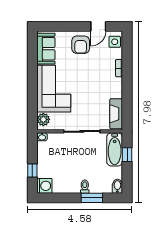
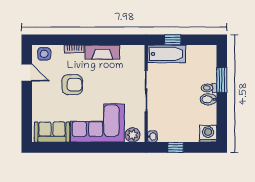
armchair: (81, 45) -> (72, 85), moved
fireplace: (116, 114) -> (102, 52), moved
window: (32, 170) -> (176, 147), moved
bidet: (117, 186) -> (208, 99), moved

